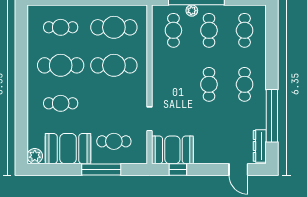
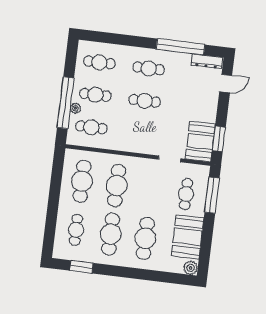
window: (21, 38) -> (81, 267), added
cafe table: (61, 103) -> (145, 238), width x1.37, depth x1.35
window: (101, 170) -> (212, 195), moved
window: (178, 170) -> (219, 139), width x1.50

